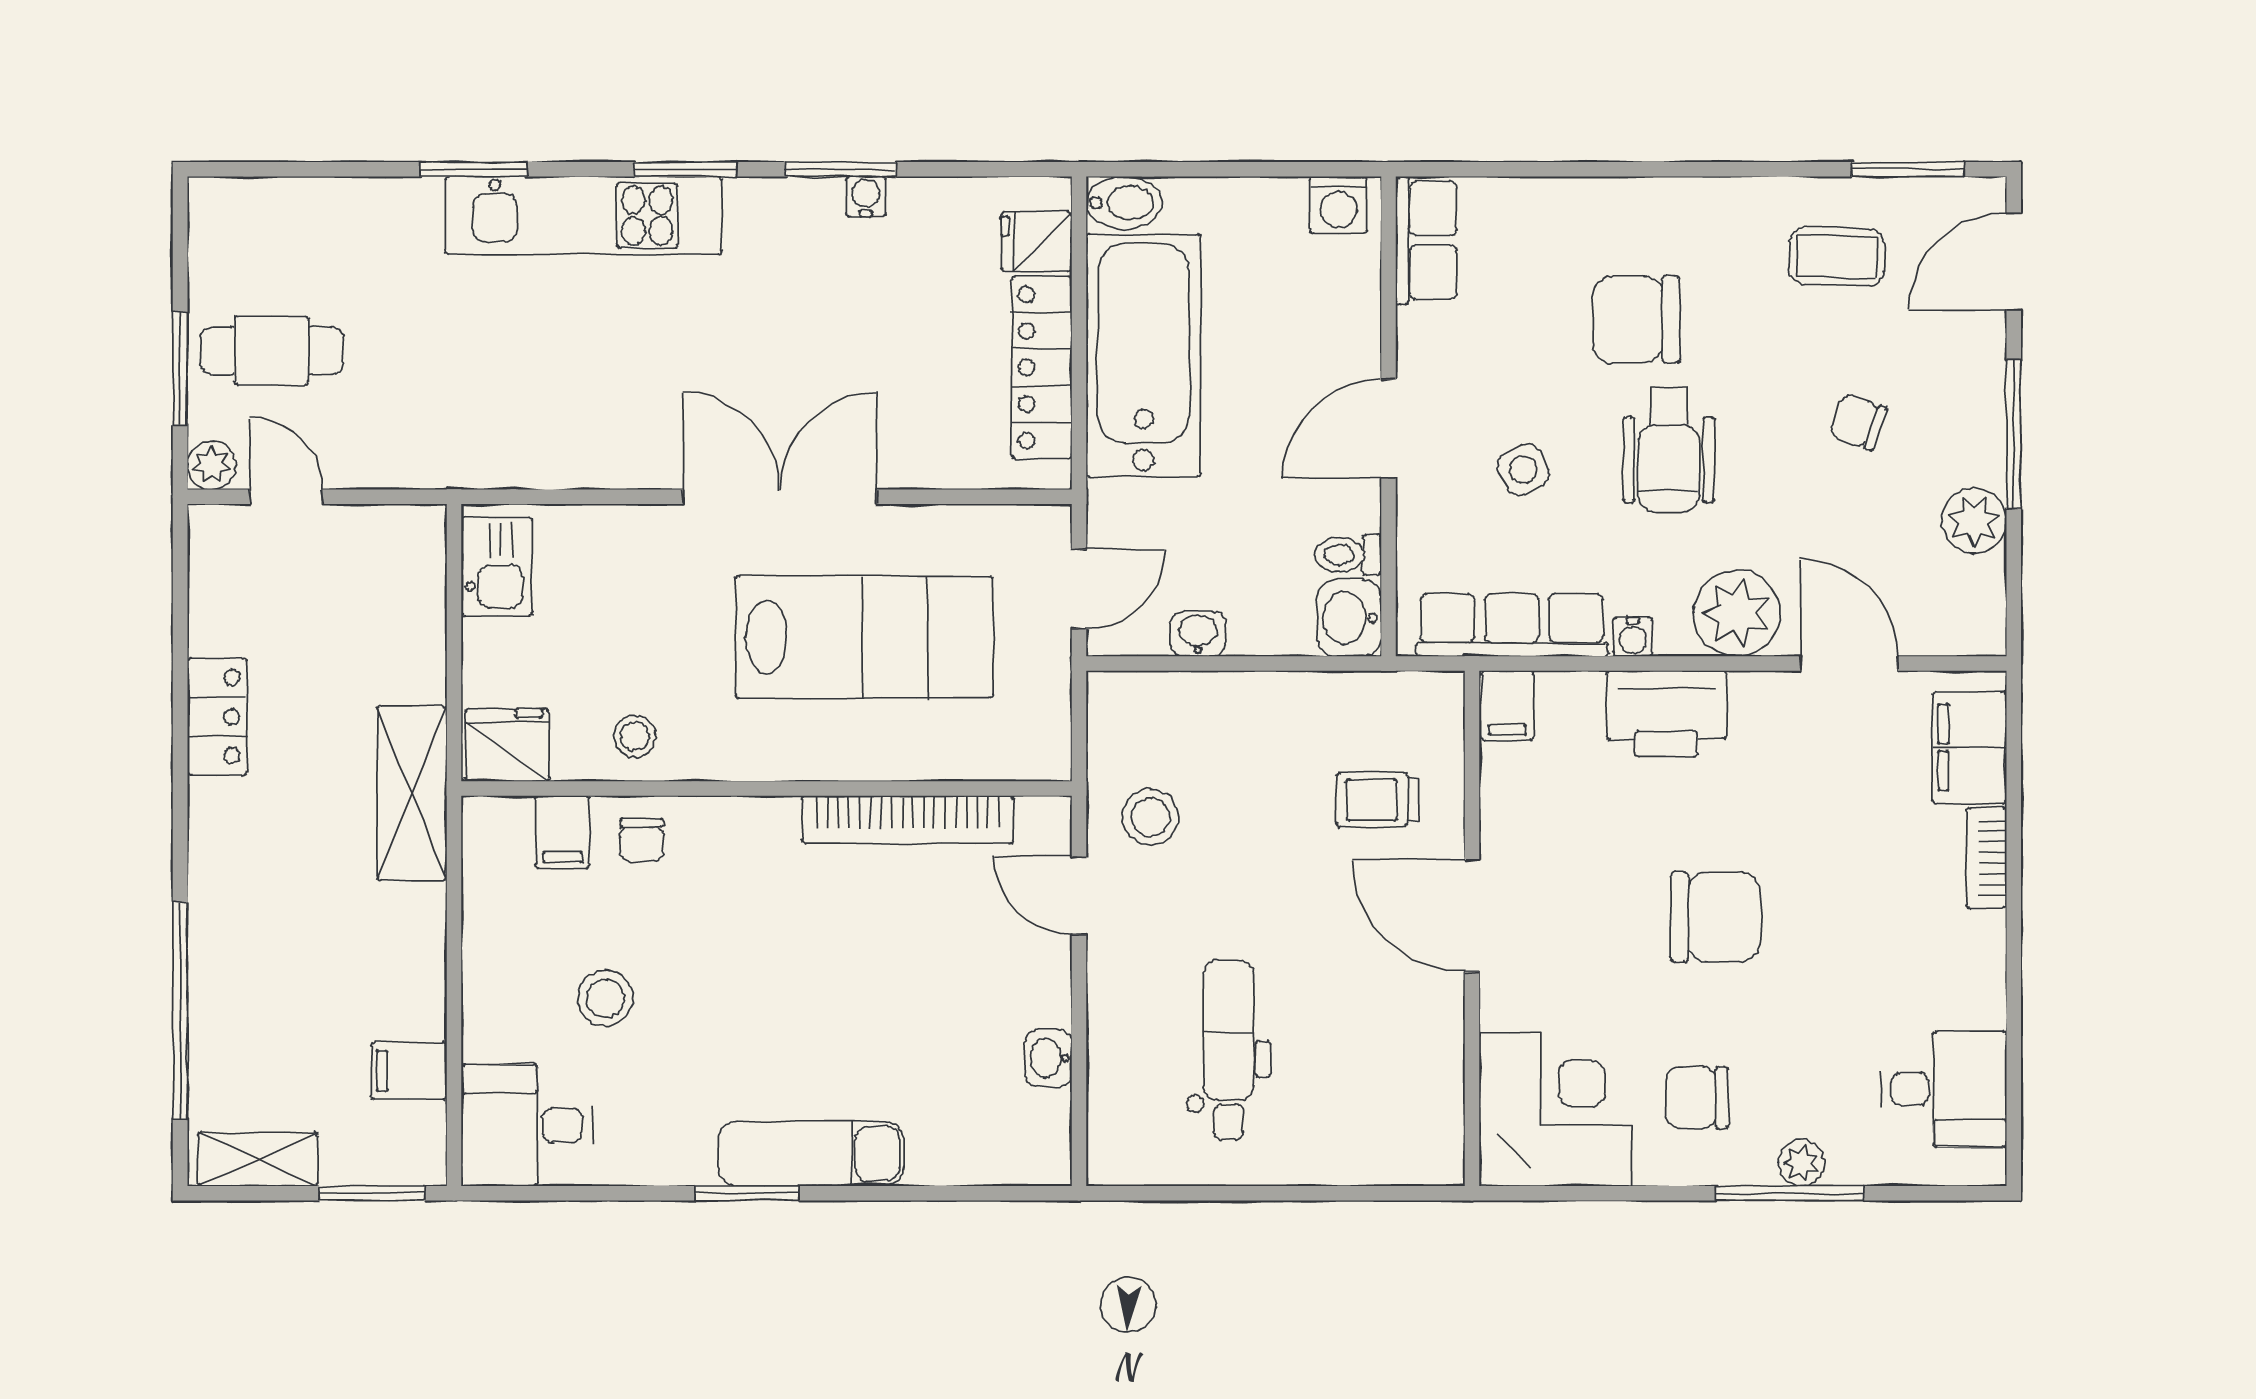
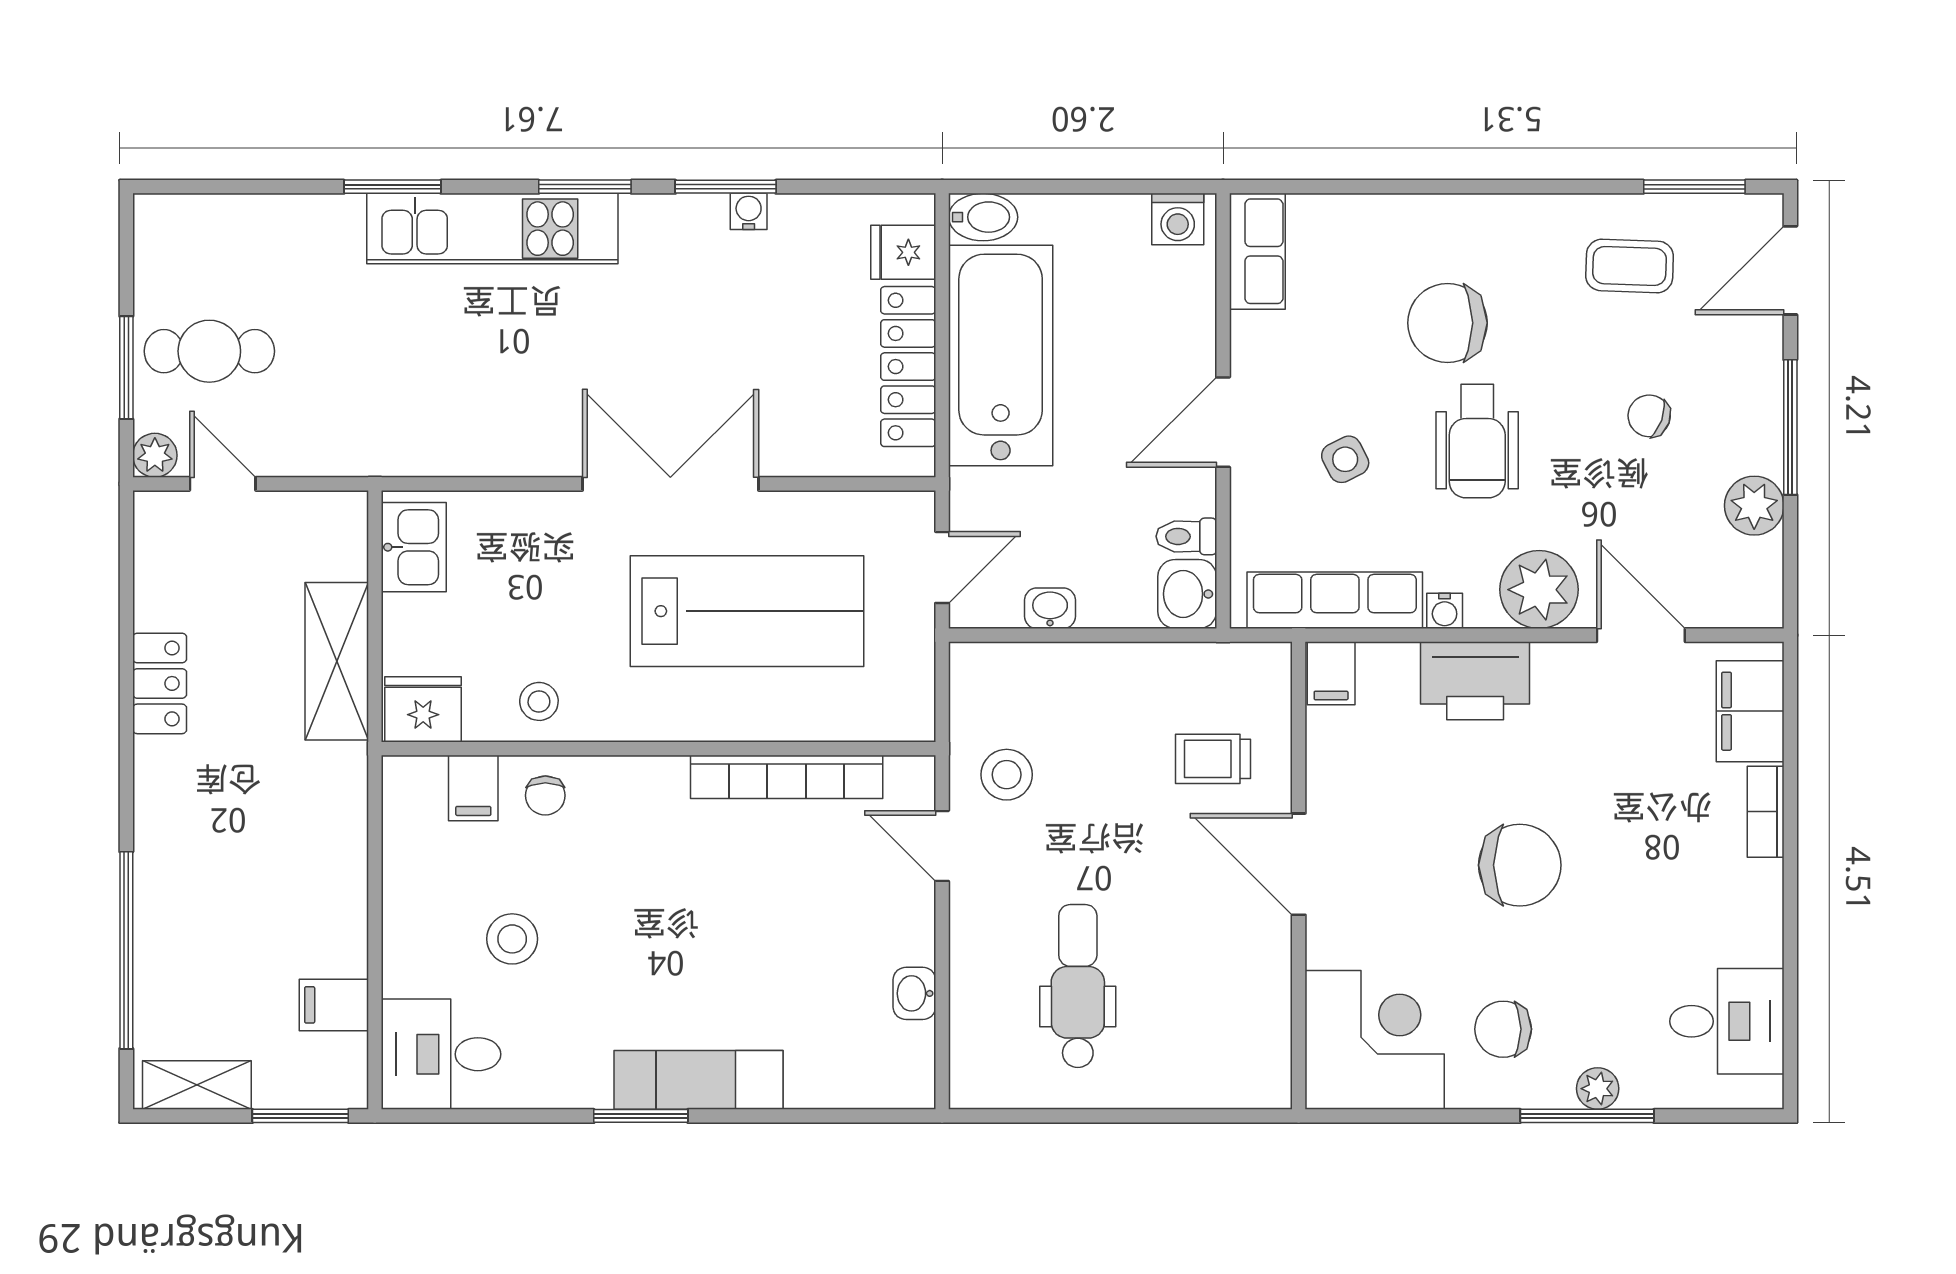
shelving: (412, 793) -> (337, 661), moved

